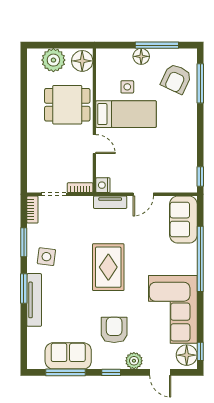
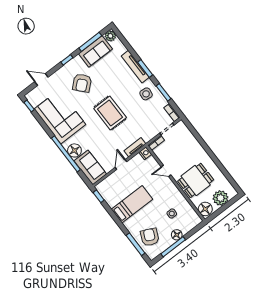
bed: (126, 114) -> (132, 204), moved, turned 180
armchair: (114, 330) -> (82, 83), turned 48
floor lamp: (187, 355) -> (74, 150), moved
plant: (134, 361) -> (110, 36), moved

